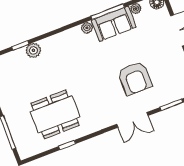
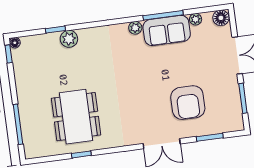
armchair: (135, 78) -> (188, 103), moved
dining table: (55, 114) -> (76, 117), turned 90

